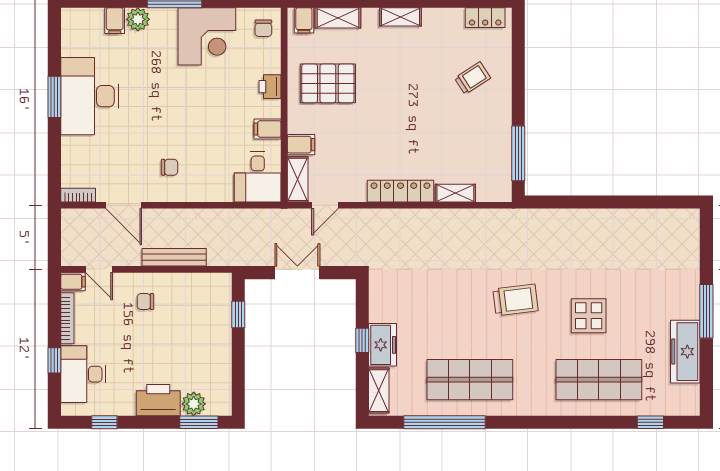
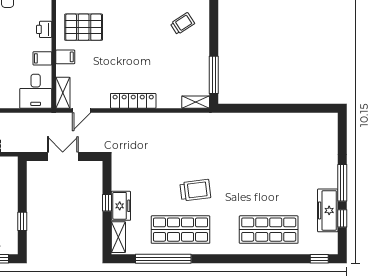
filing cabinet: (301, 145) -> (65, 57), moved
shelving: (455, 193) -> (196, 102), moved
trolley: (515, 300) -> (195, 190), moved
window: (238, 314) -> (22, 221), moved
display table: (589, 316) -> (262, 186), removed
window: (706, 363) -> (342, 218), added
window: (650, 422) -> (319, 259), moved

